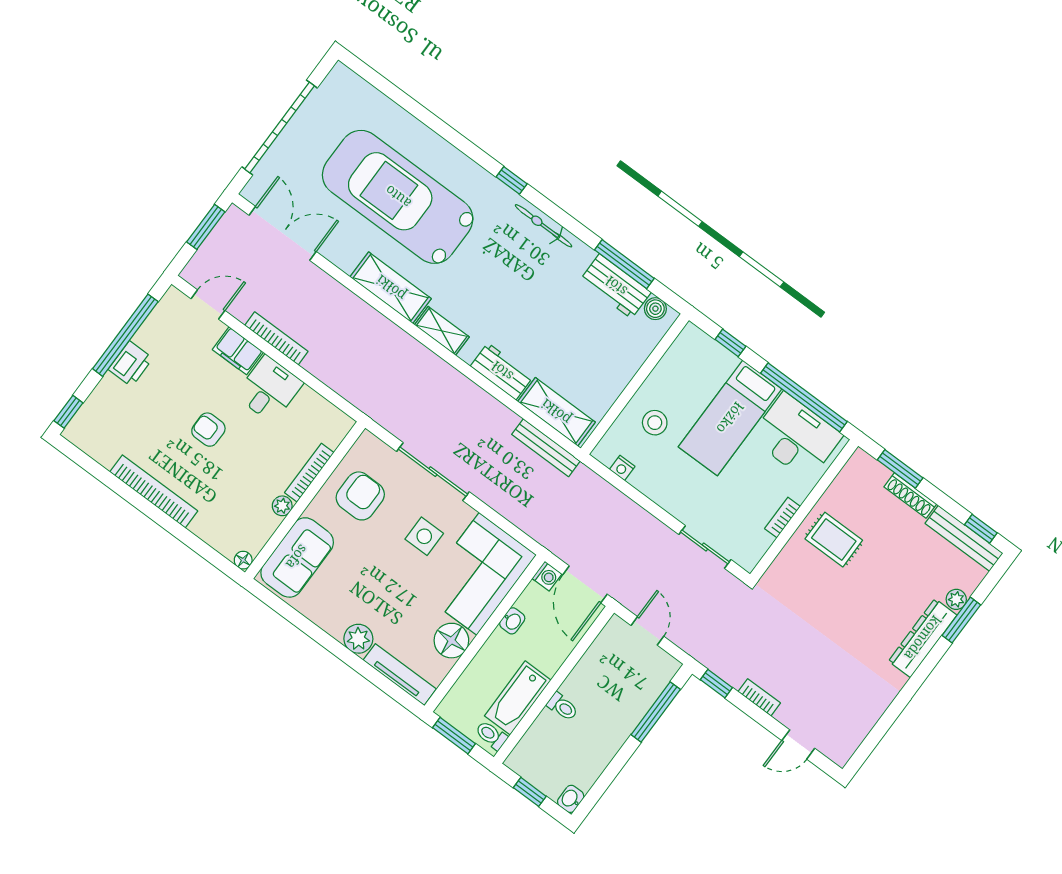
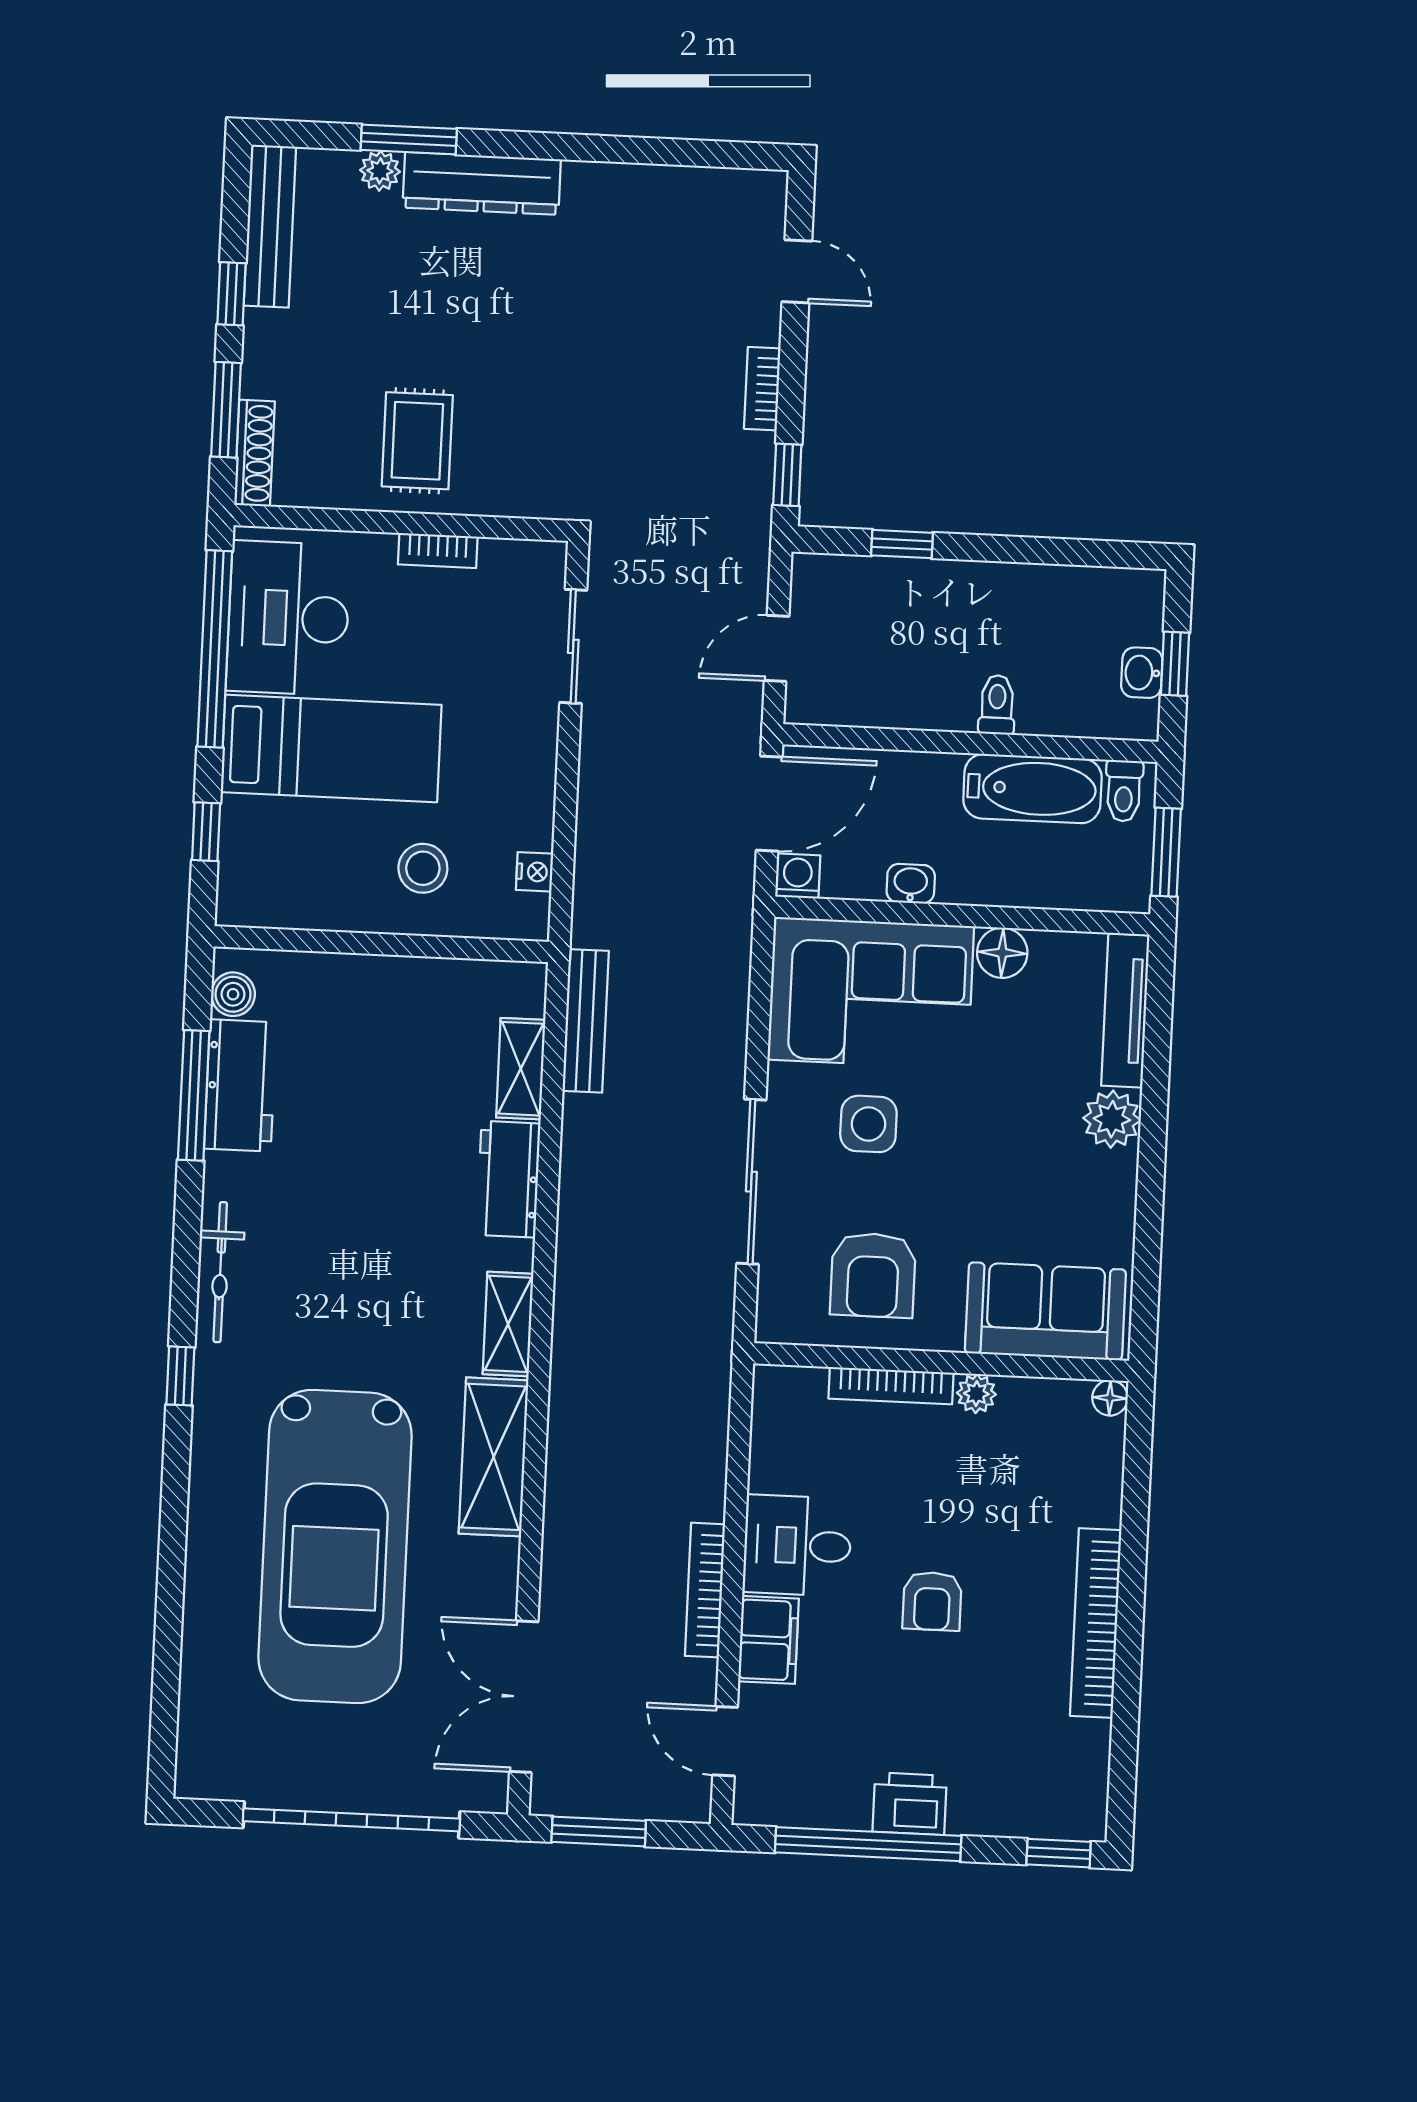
shelving: (556, 412) -> (521, 1069), width x0.67, depth x0.75
shoe rack: (910, 495) -> (255, 453), moved
armchair: (360, 496) -> (873, 1275), turned -90
window: (981, 529) -> (231, 294), moved
floor lamp: (451, 641) -> (1002, 953), width x0.73, depth x0.73
window: (656, 712) -> (902, 544), width x0.46
washbasin: (571, 799) -> (1142, 673), moved, turned 90

